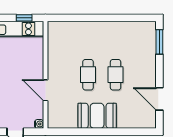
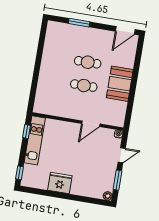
window: (159, 42) -> (79, 23), moved
door: (159, 99) -> (125, 30), moved

